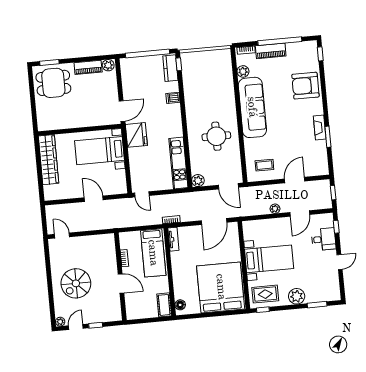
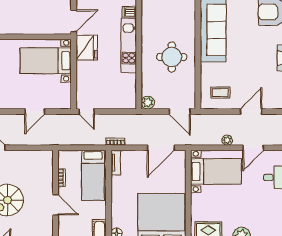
kitchen unit: (178, 163) -> (129, 46), moved
door: (94, 199) -> (35, 112), swing flipped
bed with nightstands: (269, 259) -> (216, 171), moved

